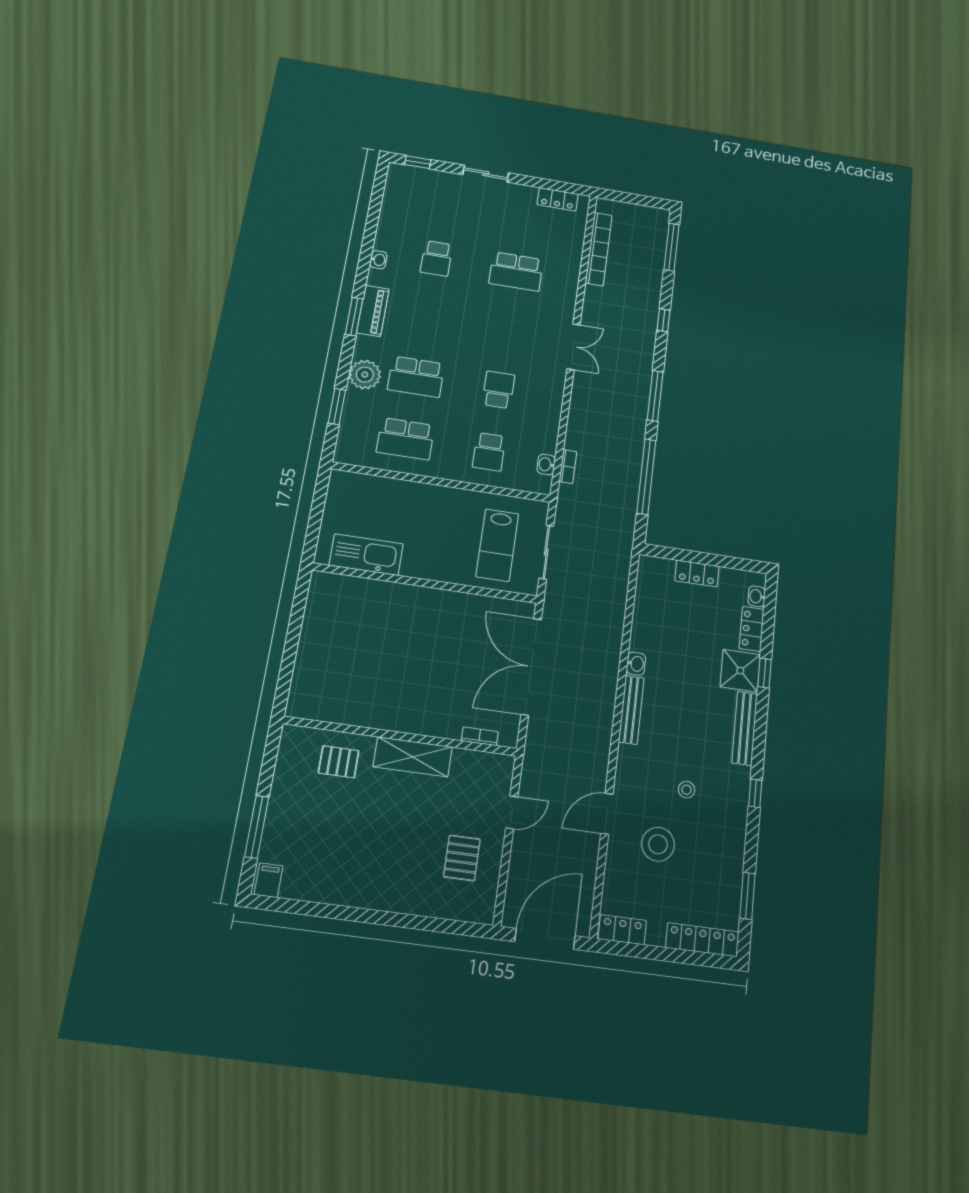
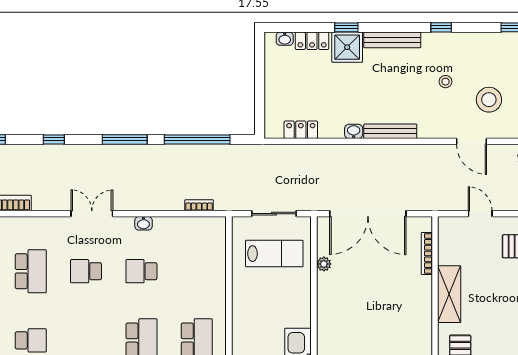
school desk: (489, 452) -> (86, 271), moved, turned 180
washbasin: (546, 464) -> (143, 223), moved
locker: (697, 573) -> (301, 130), moved, turned -90
plant: (476, 603) -> (324, 264), added
bookcase: (480, 736) -> (427, 254), width x1.56

